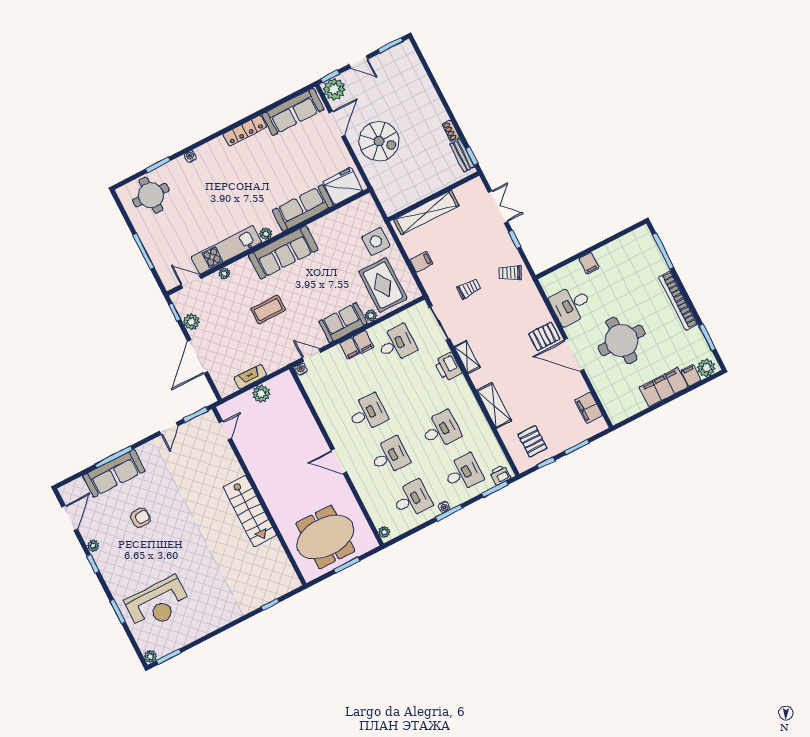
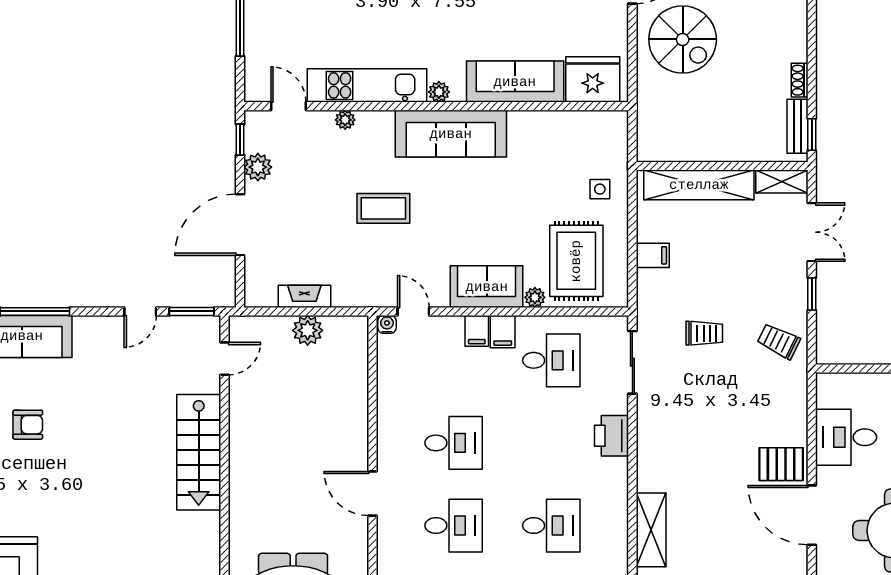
side table: (376, 241) -> (600, 189), width x0.54, depth x0.54
shelving: (467, 357) -> (782, 181), moved, turned 90
stairs: (250, 511) -> (199, 452), moved

